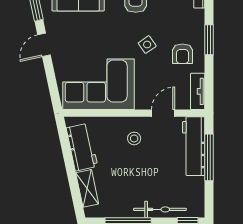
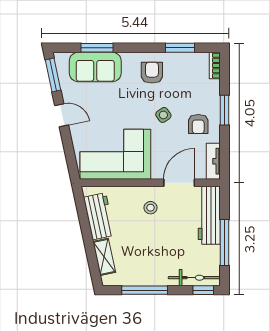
door: (44, 45) -> (62, 115), swing flipped
door: (163, 113) -> (179, 183), width x1.38
window: (209, 157) -> (224, 242), moved
bicycle: (160, 209) -> (194, 278), moved

